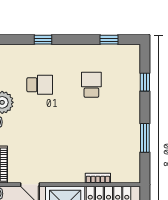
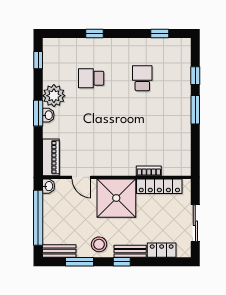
school desk: (40, 85) -> (91, 78), turned 180
window: (145, 138) -> (195, 110), moved

